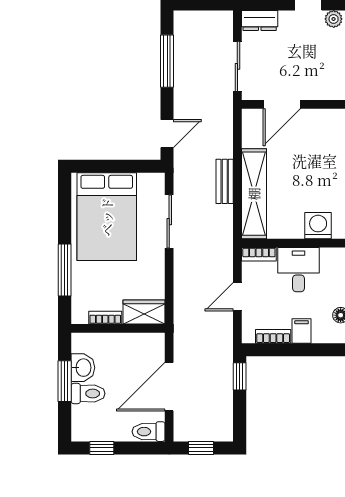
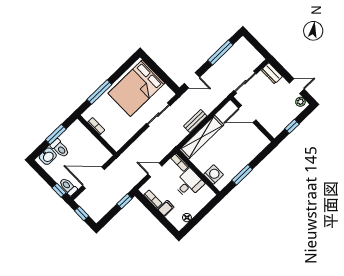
wardrobe: (144, 312) -> (113, 139), removed
washbasin: (83, 368) -> (48, 156), moved
window: (102, 448) -> (59, 190), moved

